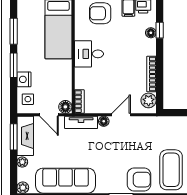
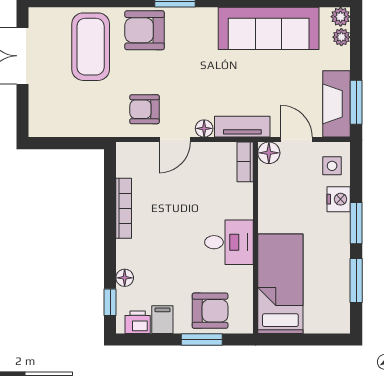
window: (160, 30) -> (110, 302), moved
plant: (149, 100) -> (129, 164), removed
armchair: (139, 133) -> (145, 109), added
plant: (22, 162) -> (341, 37), moved

